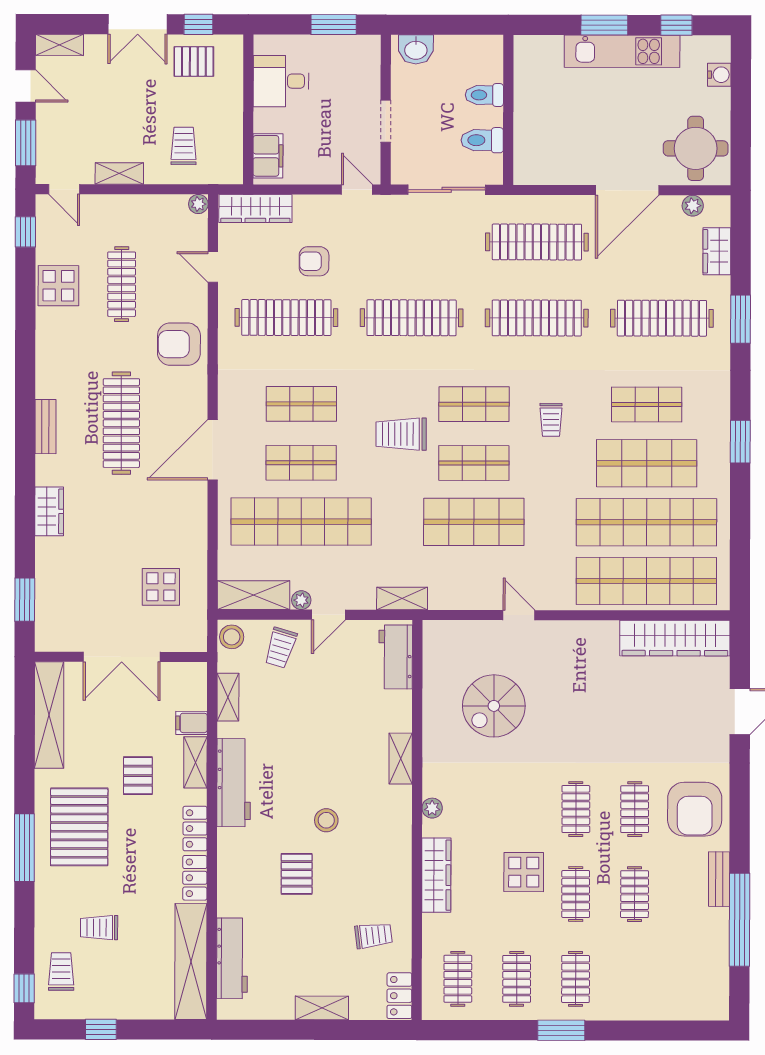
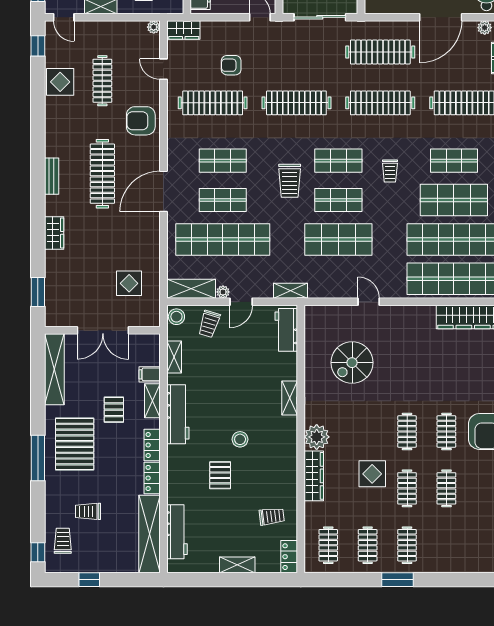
wardrobe: (255, 209) -> (184, 30), width x0.67
trolley: (401, 434) -> (290, 181), turned -90
plant: (432, 808) -> (317, 437), width x1.87, depth x1.87

